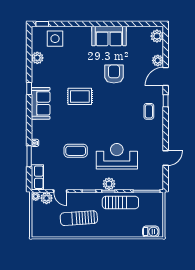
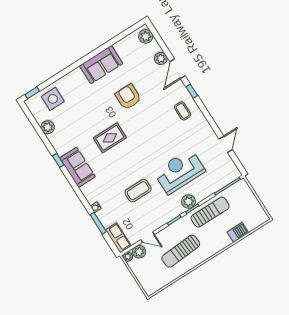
barbecue: (151, 232) -> (238, 232), moved

